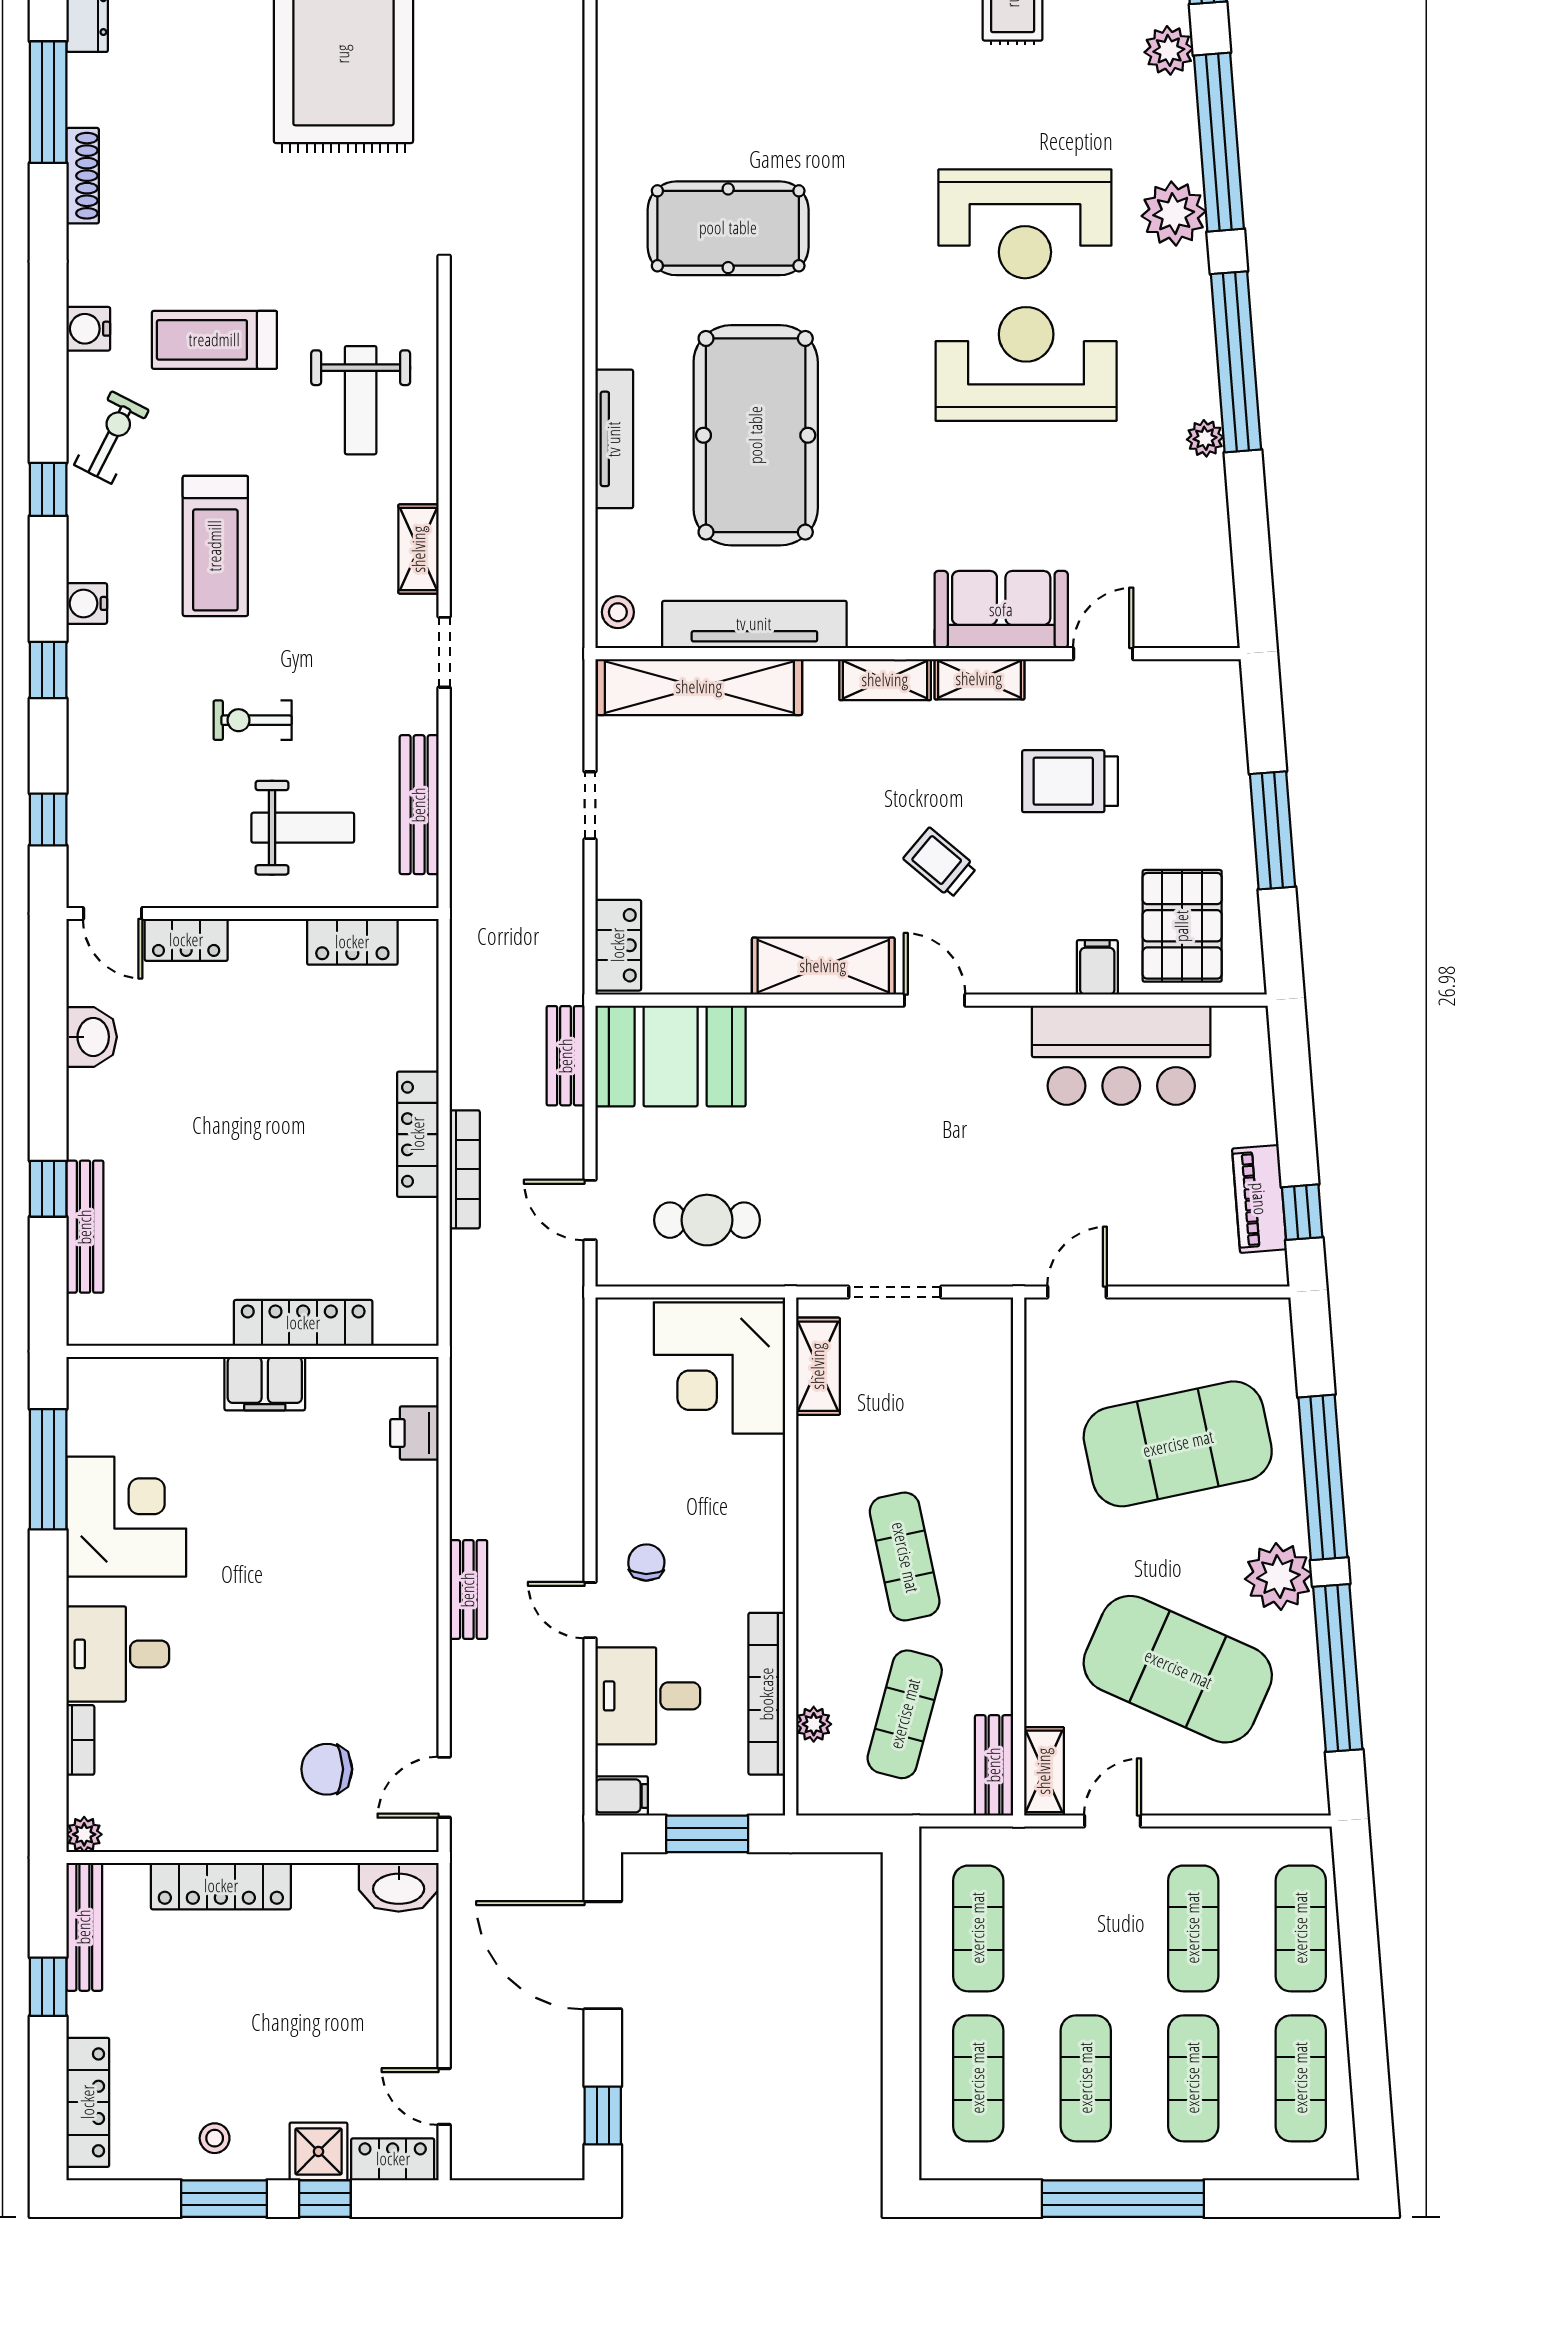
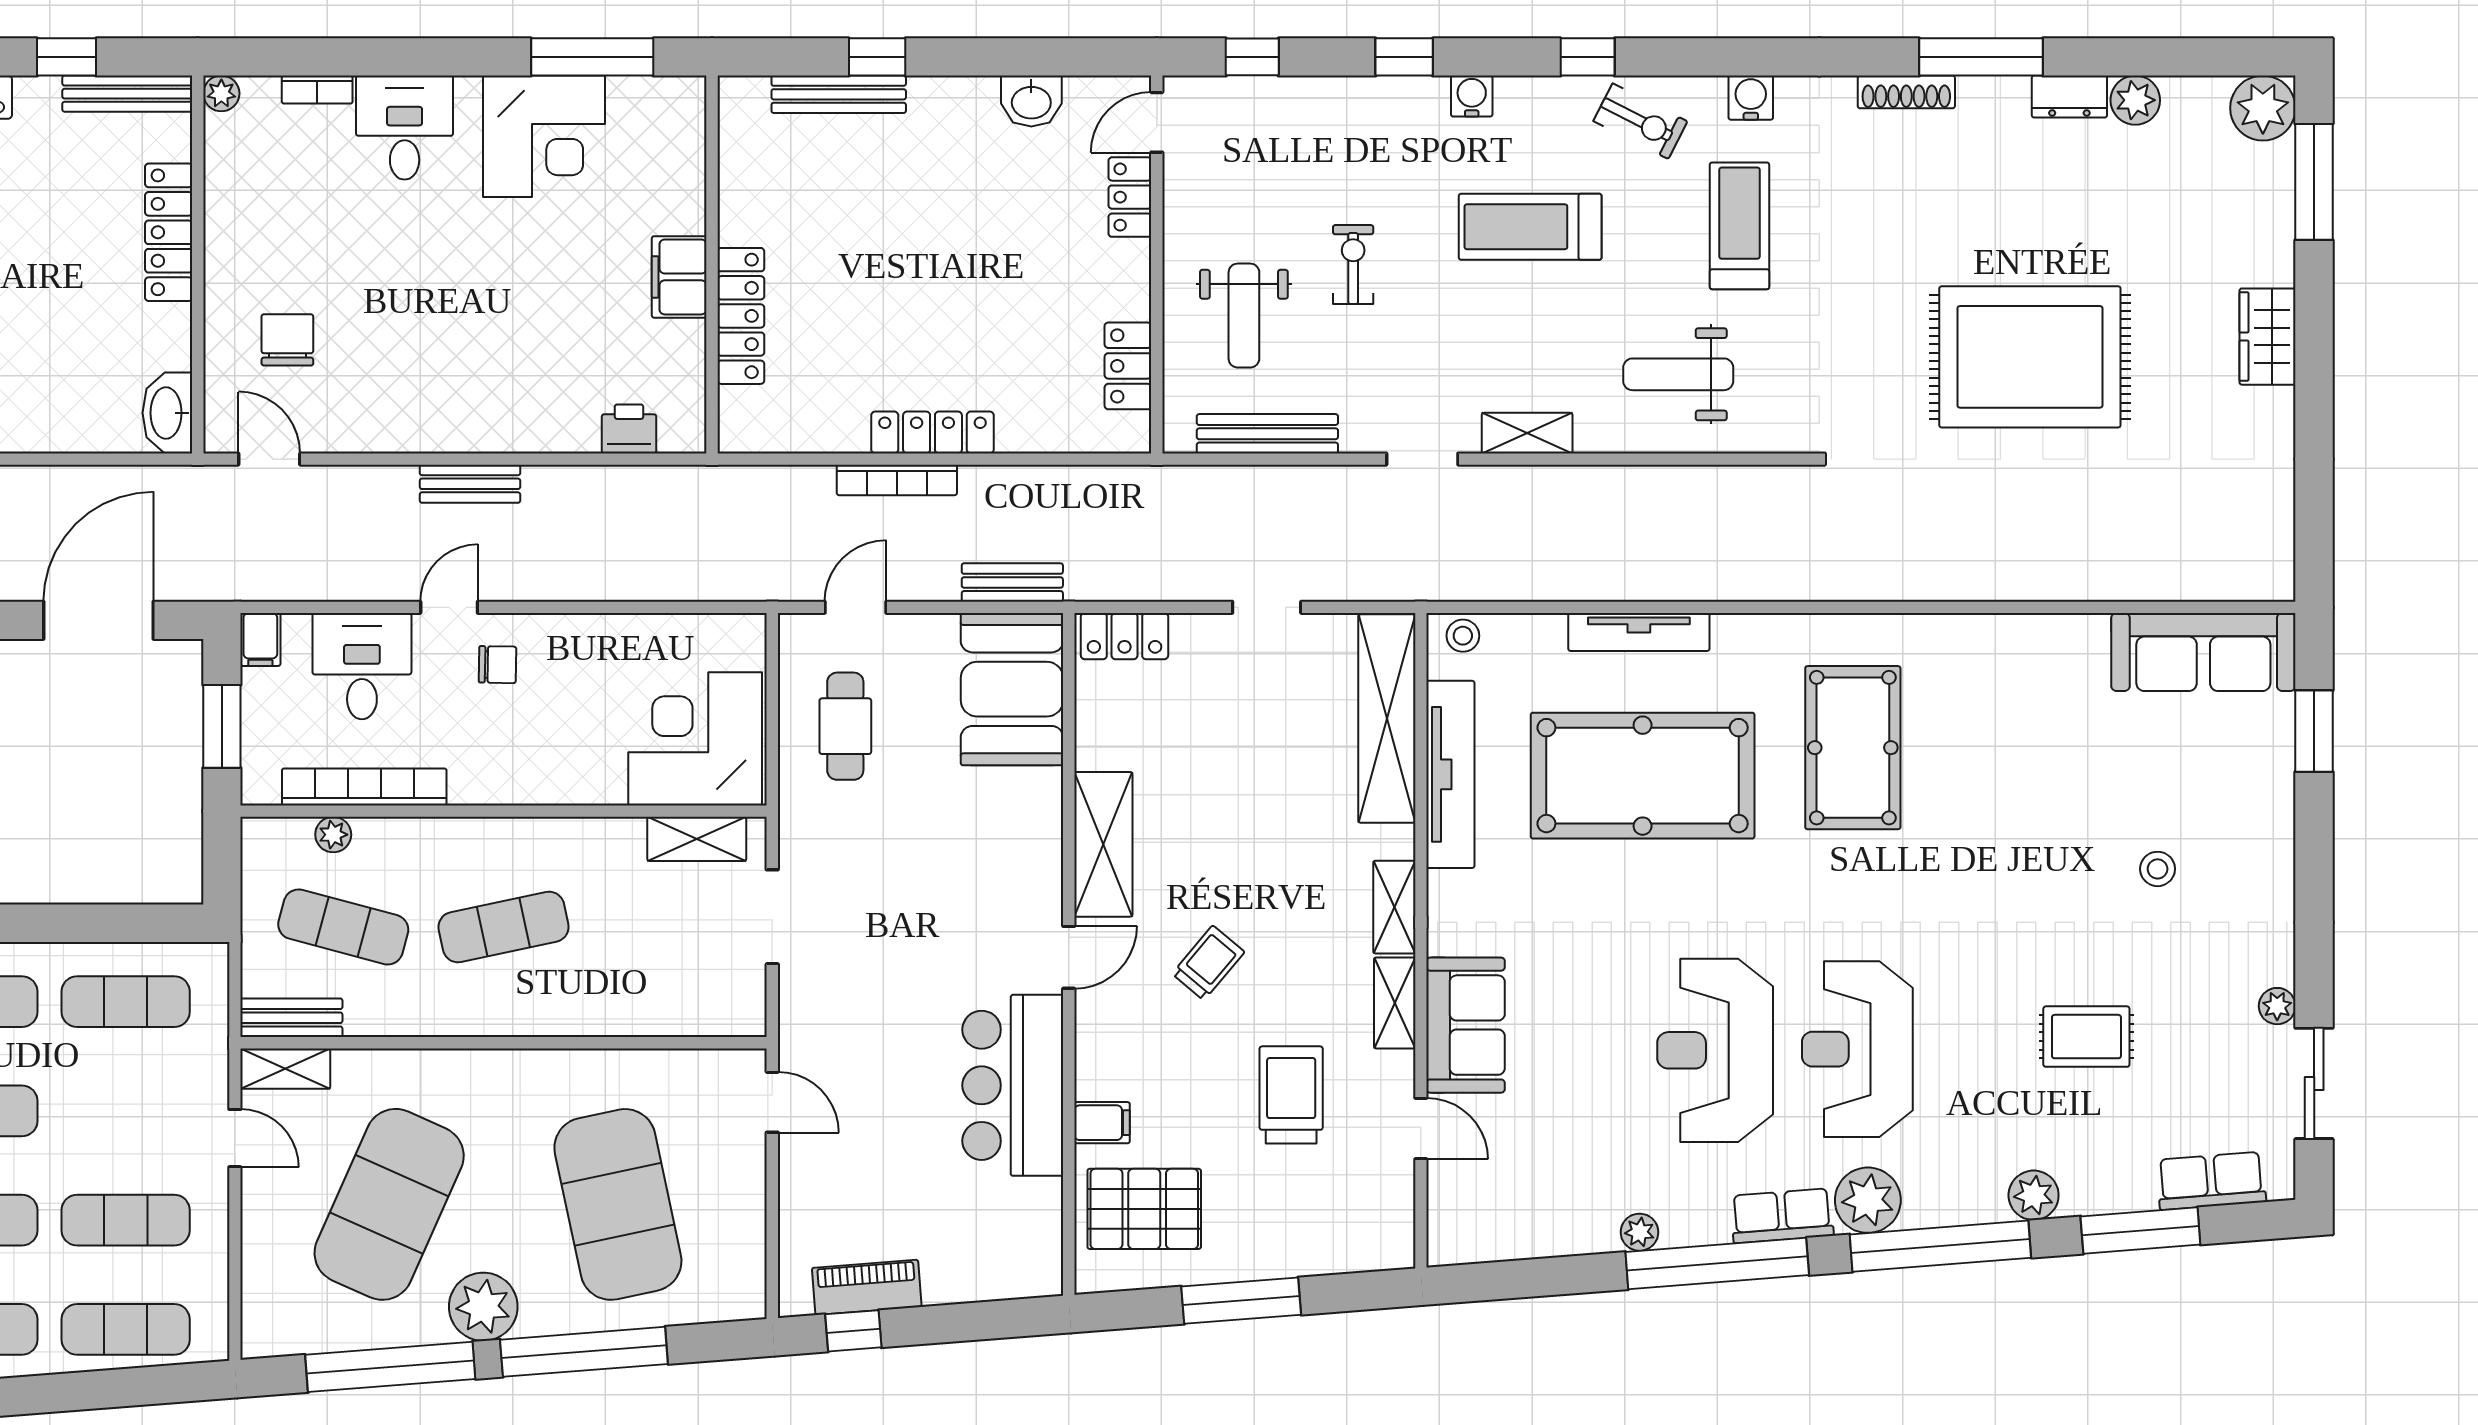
row of seats: (1189, 298) -> (1782, 1216), added
reception desk: (1026, 364) -> (1715, 1050), turned 180
bar counter: (1121, 1055) -> (1013, 1085), moved

